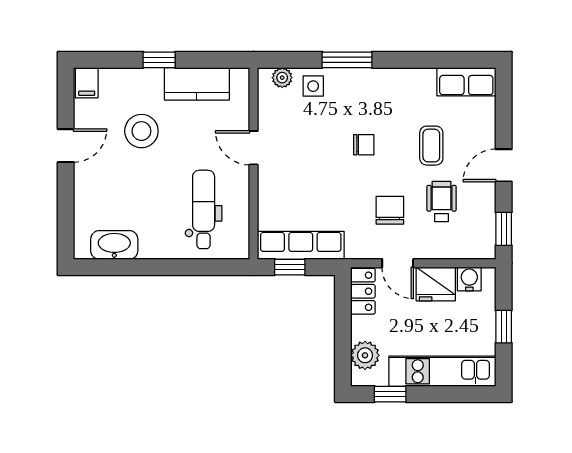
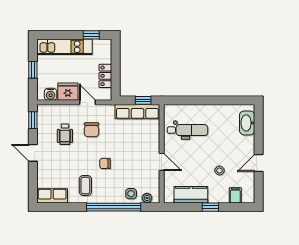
window: (347, 60) -> (114, 207), width x2.11
filing cabinet: (87, 83) -> (235, 195), moved
stool: (141, 131) -> (219, 171), width x0.53, depth x0.53
coffee table: (431, 146) -> (85, 186), moved
door: (504, 165) -> (33, 153), swing flipped
dental chair: (204, 209) -> (187, 130), turned -90
washbasin: (114, 245) -> (247, 123), moved, turned 90
locker: (363, 291) -> (105, 76), moved
plant: (365, 355) -> (104, 55), removed

